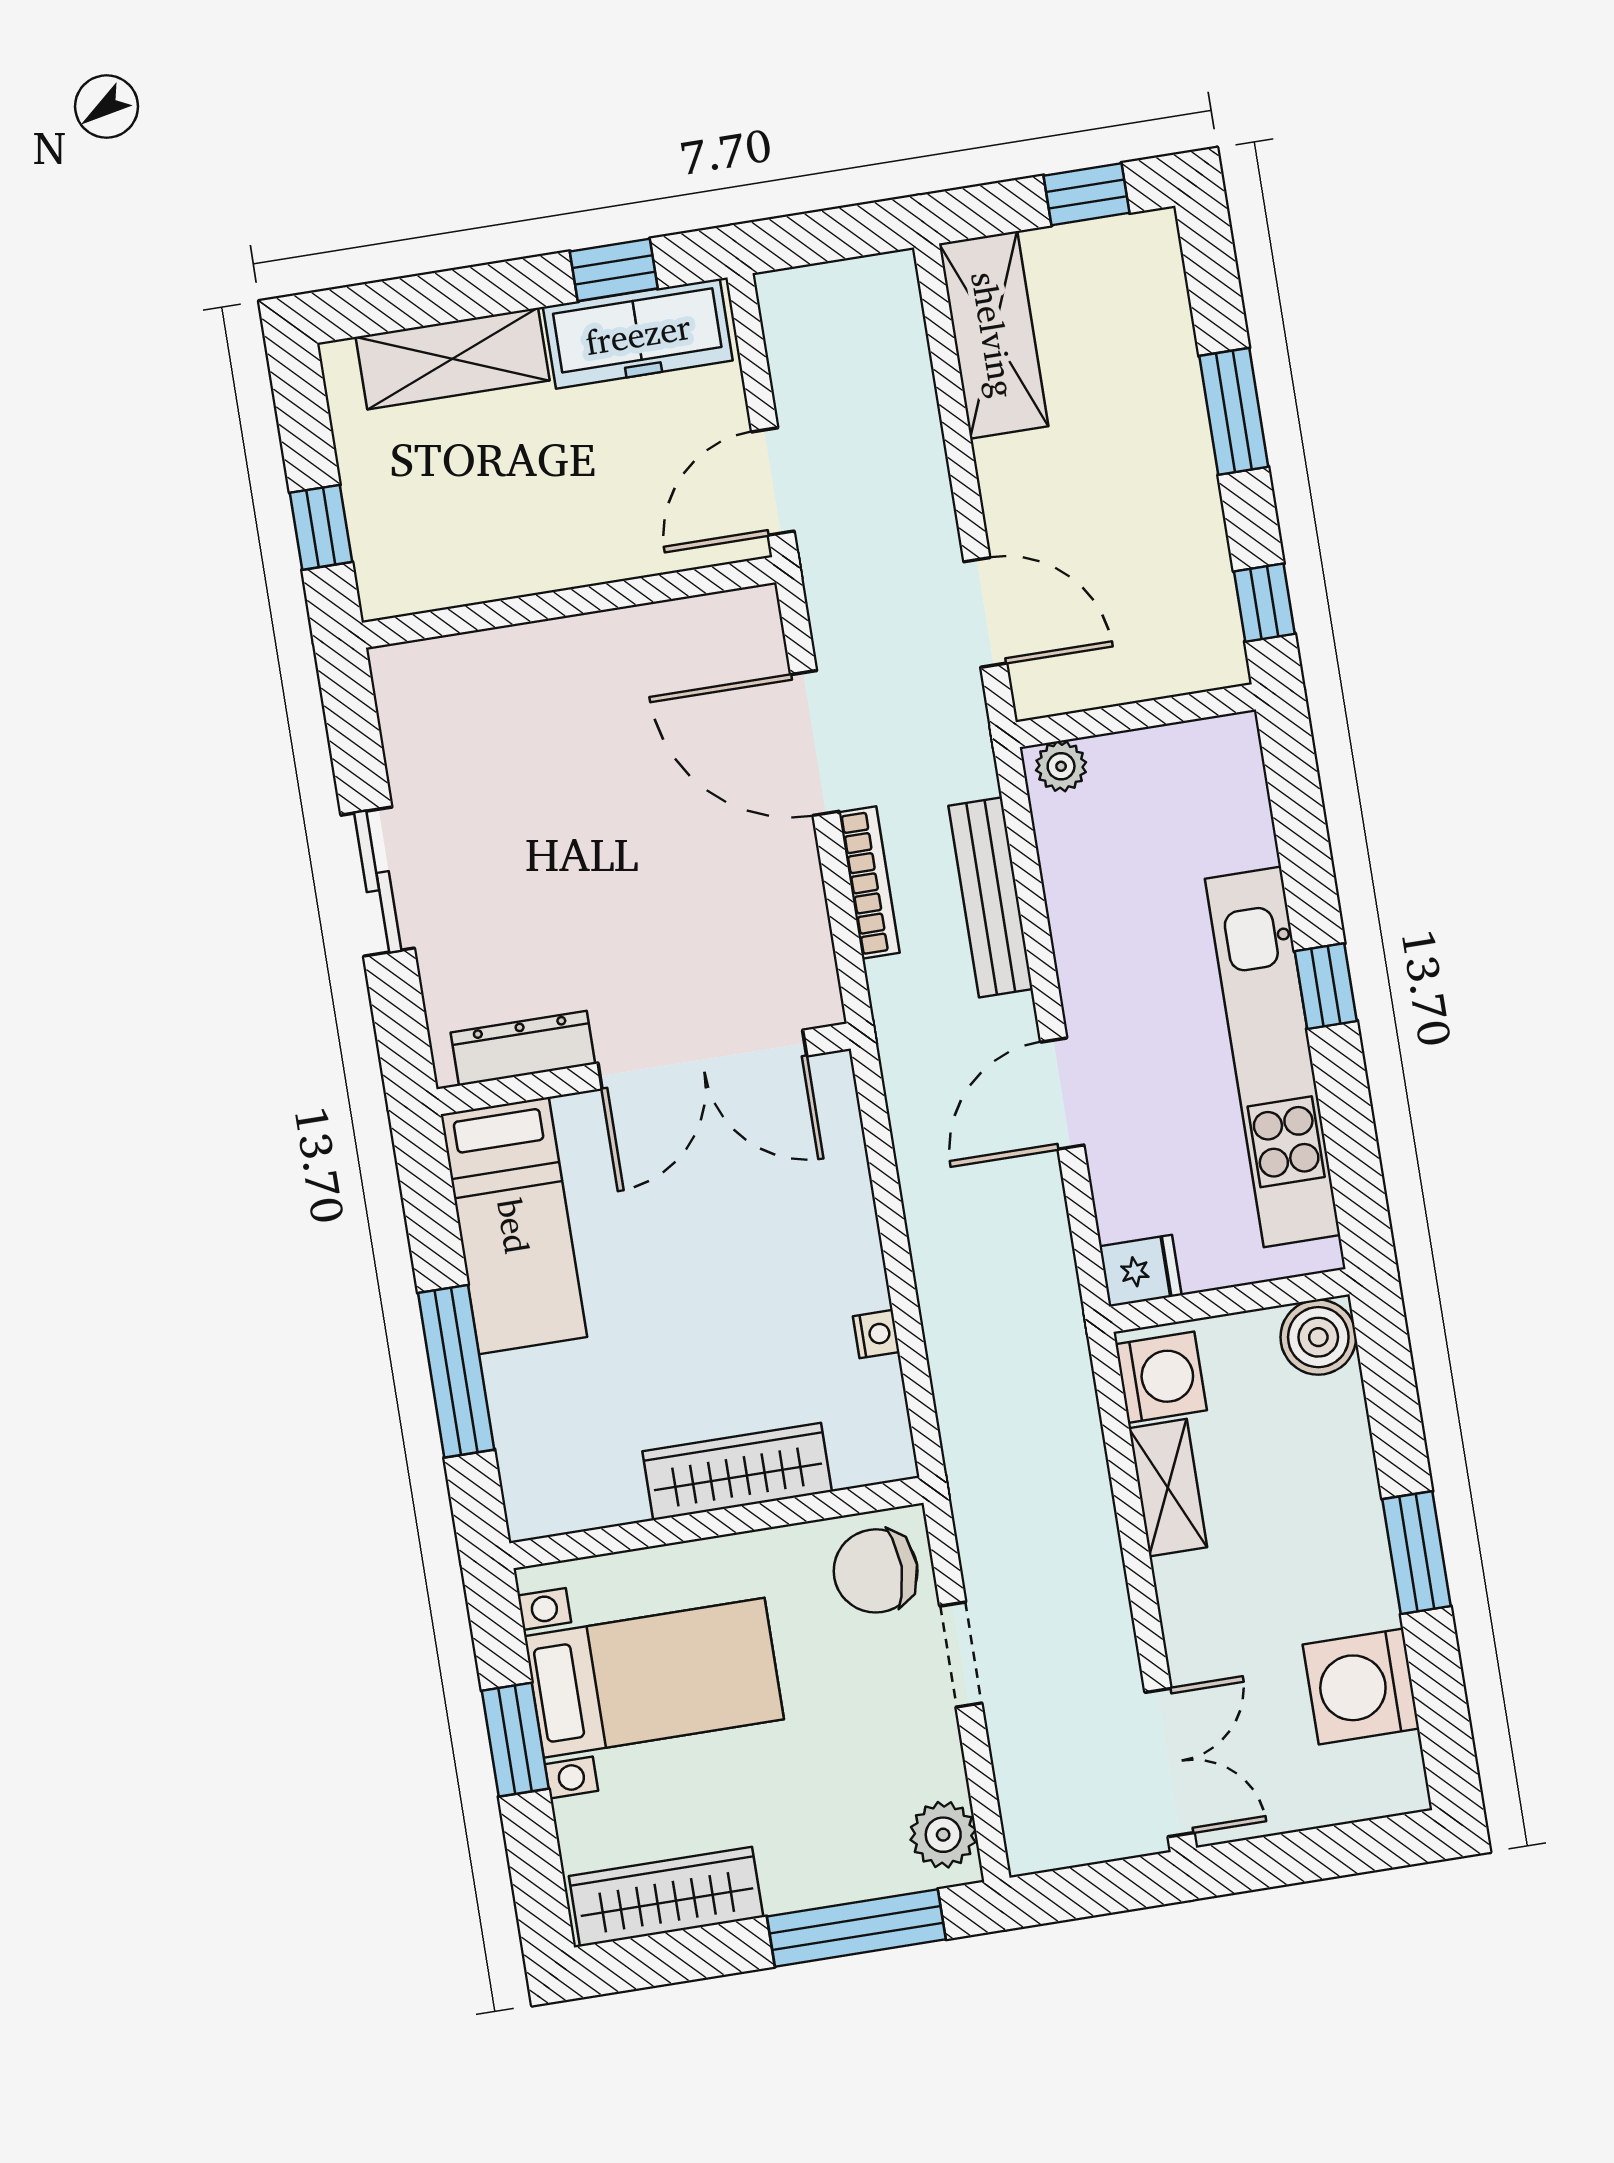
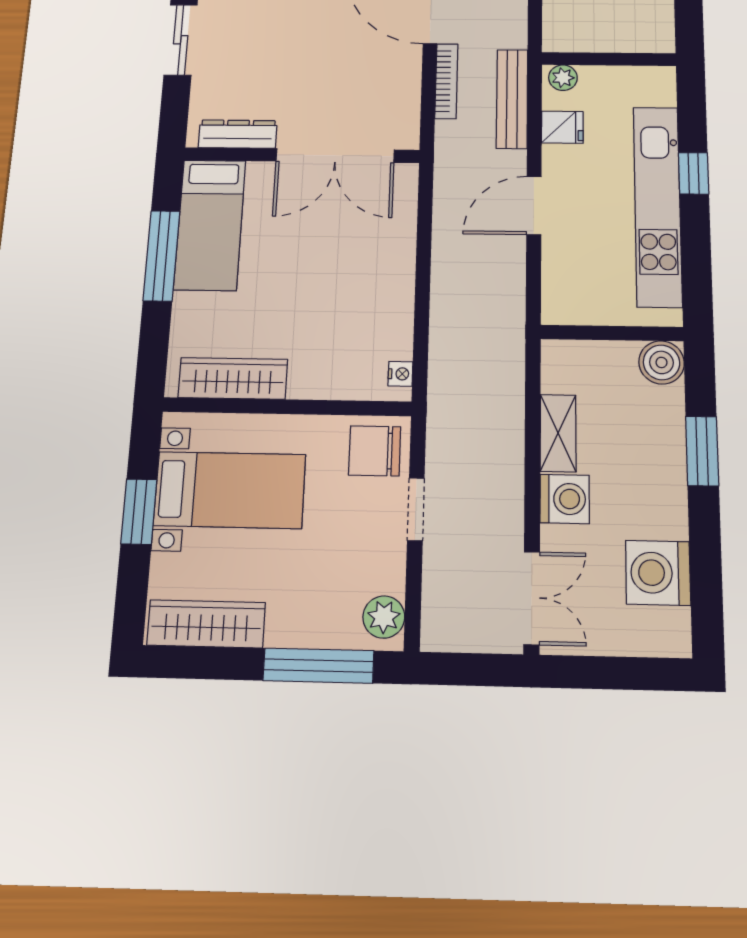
wall: (1136, 716) -> (609, 59), moved
plant: (1061, 766) -> (563, 78), moved
fridge: (1141, 1271) -> (562, 127), moved
nightstand: (876, 1334) -> (400, 374), moved
window: (456, 1371) -> (162, 256), moved
washing machine: (1161, 1377) -> (565, 499), moved
wardrobe: (737, 1471) -> (233, 378), moved
window: (1417, 1553) -> (702, 451), moved

